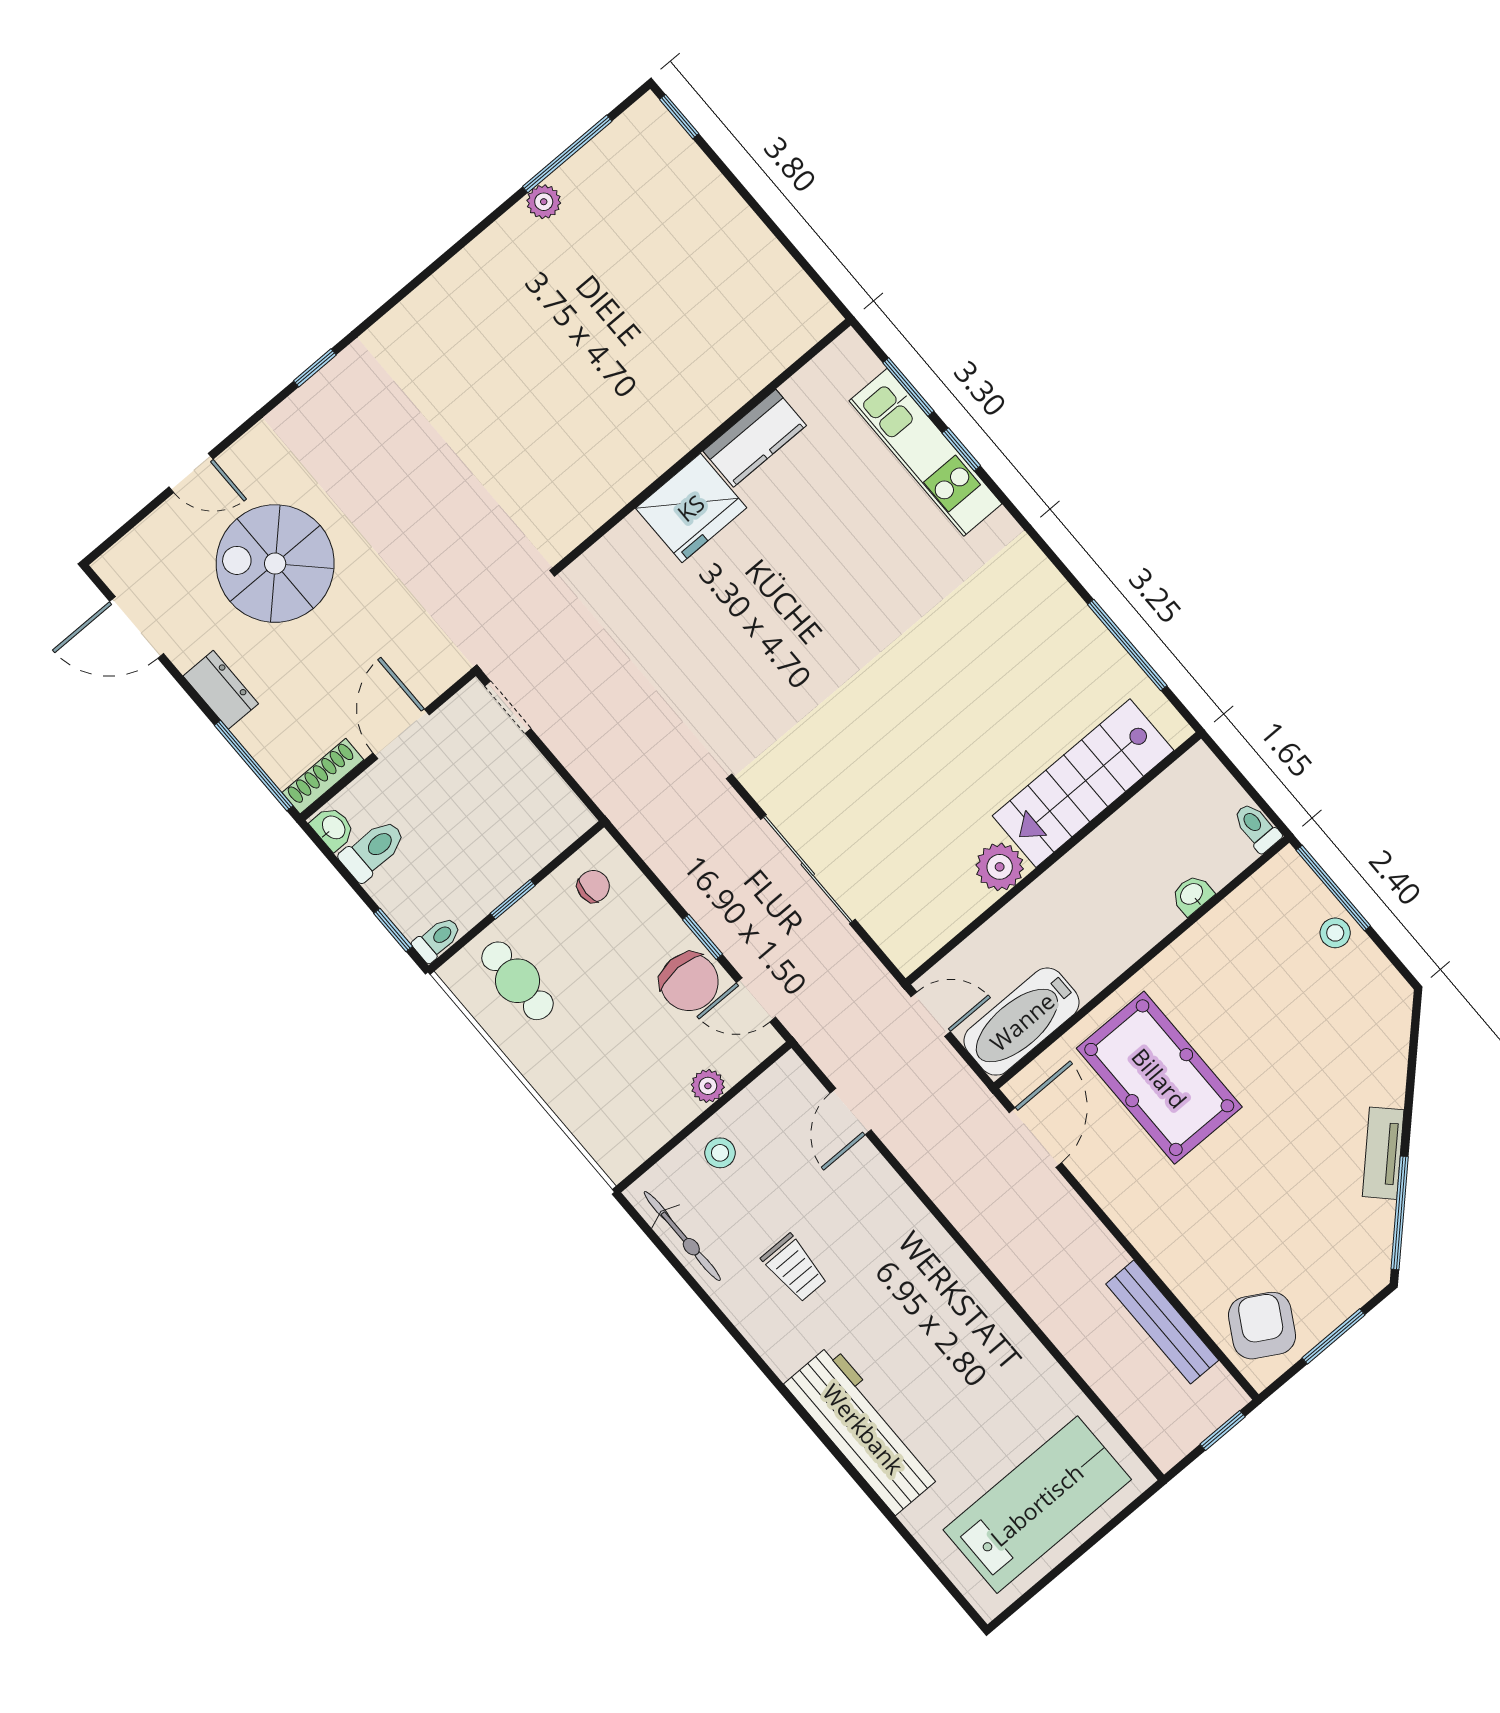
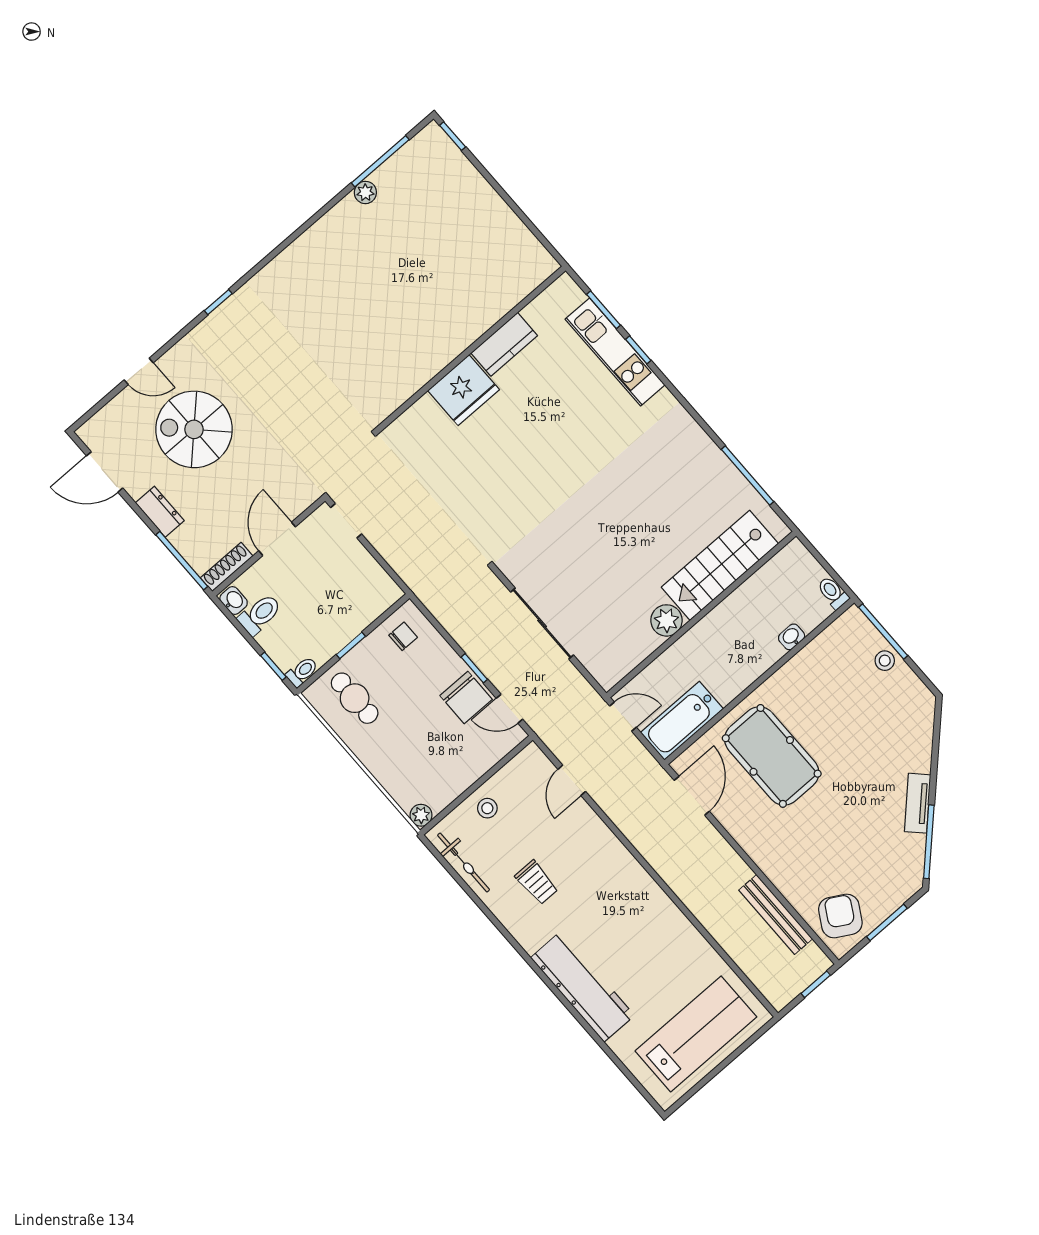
plant: (708, 1086) -> (421, 815), moved

